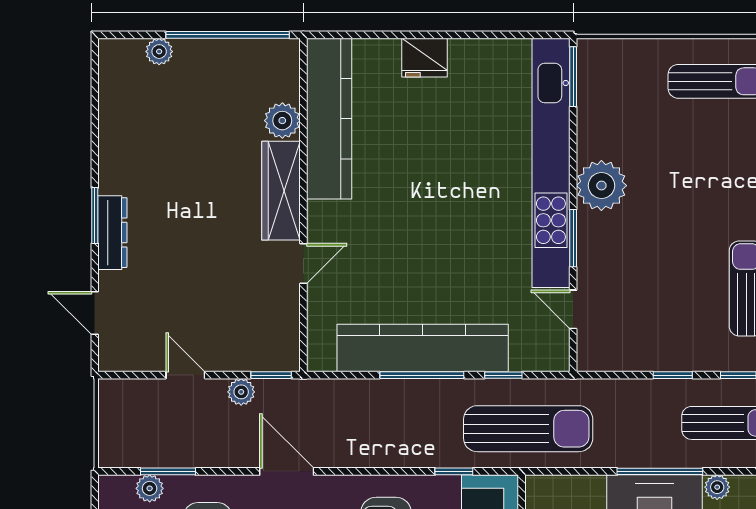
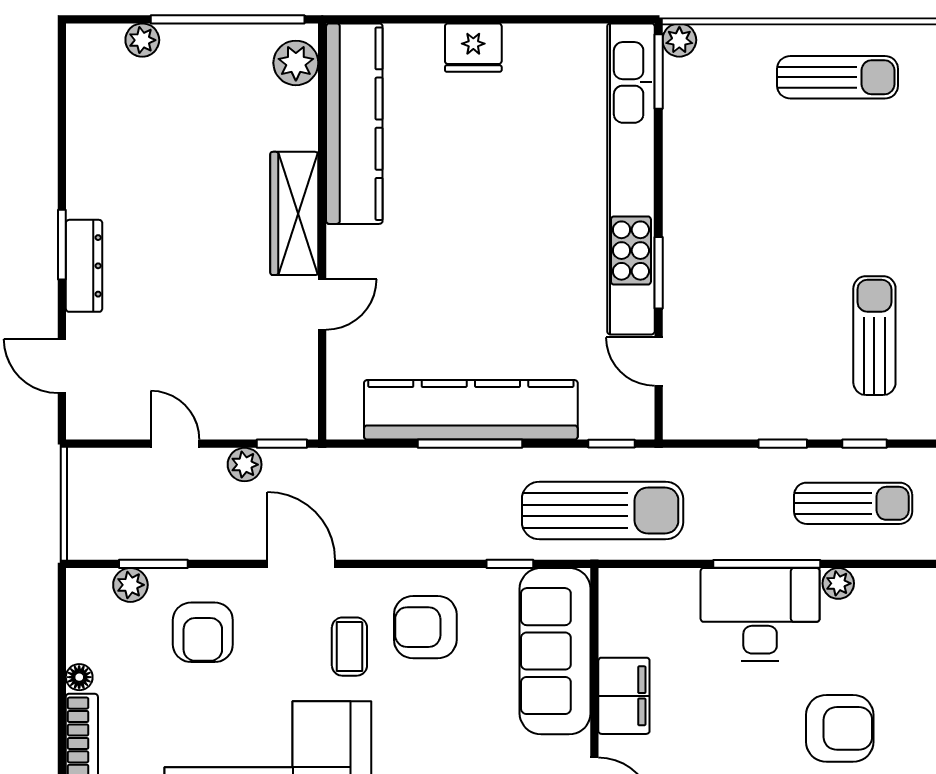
plant: (282, 121) -> (296, 63), moved
plant: (601, 186) -> (679, 40), moved, width x0.53, depth x0.53
window: (503, 375) -> (612, 444), moved

